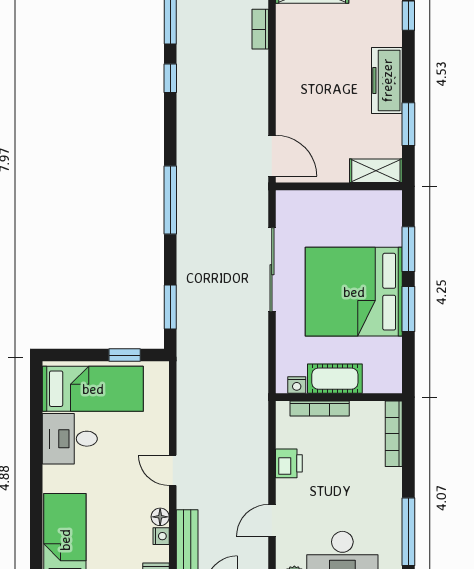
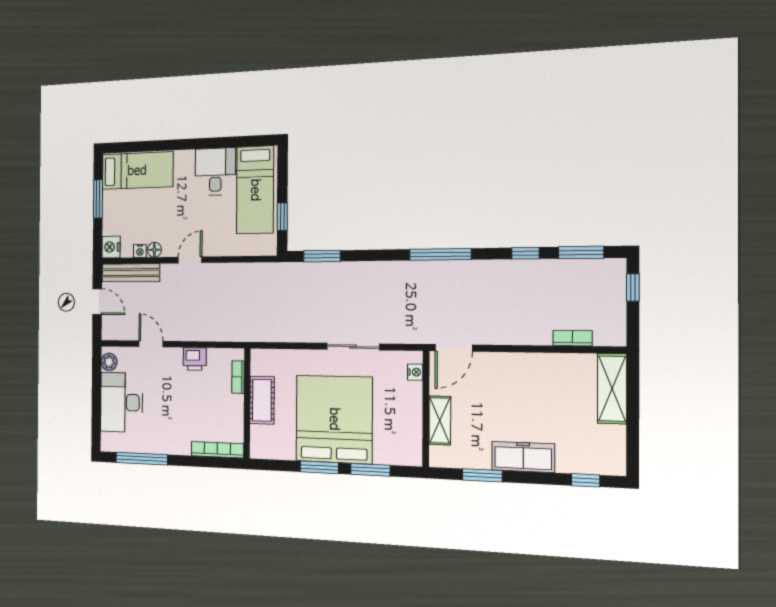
shelving: (376, 171) -> (440, 420), moved
window: (170, 200) -> (440, 254), moved
sliding door: (272, 270) -> (353, 347), width x0.73
nightstand: (297, 385) -> (415, 372), moved, turned 180
bookcase: (320, 408) -> (238, 377), width x0.64

